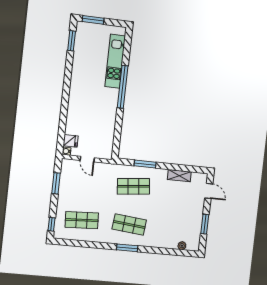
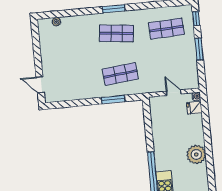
plant: (78, 97) -> (196, 154), added
shelving: (179, 176) -> (75, 95), removed
window: (56, 183) -> (199, 49), moved
window: (205, 224) -> (37, 49), removed

